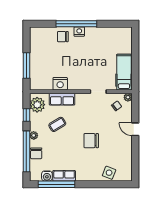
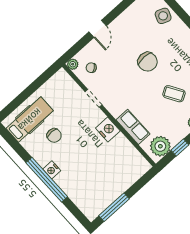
chair: (63, 37) -> (54, 135), moved
window: (26, 66) -> (114, 207), moved
hospital bed: (124, 72) -> (30, 120), moved, turned 180
nightstand: (60, 84) -> (108, 130), moved
coffee table: (57, 124) -> (174, 94), moved

